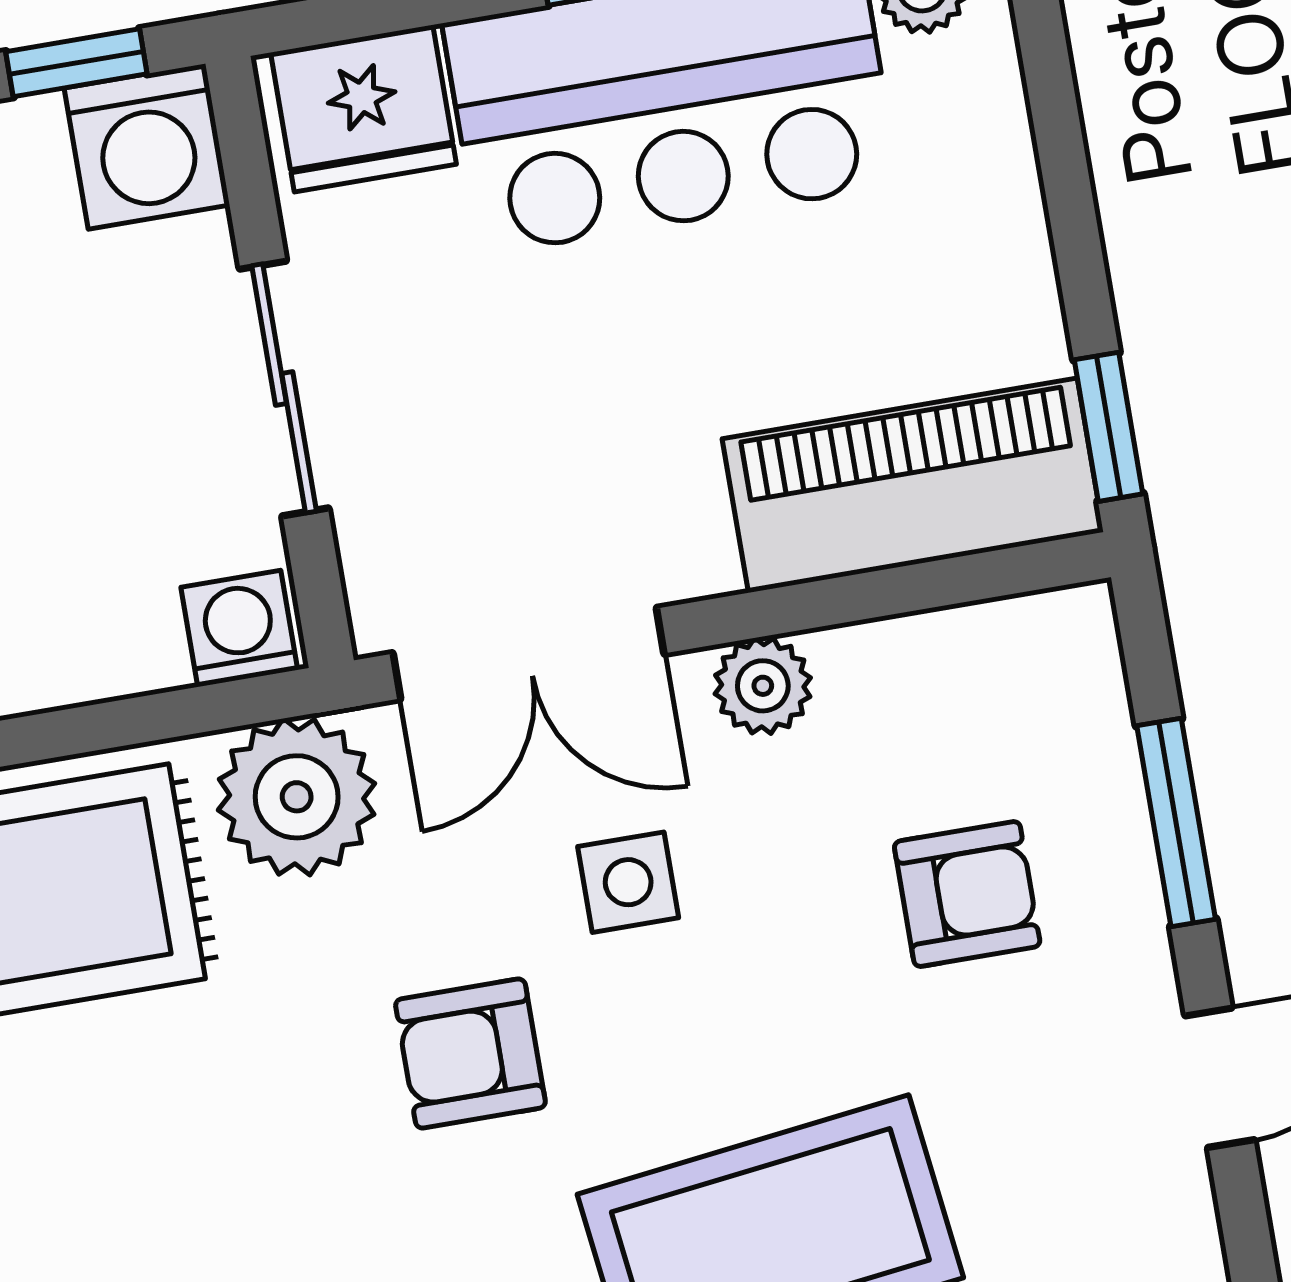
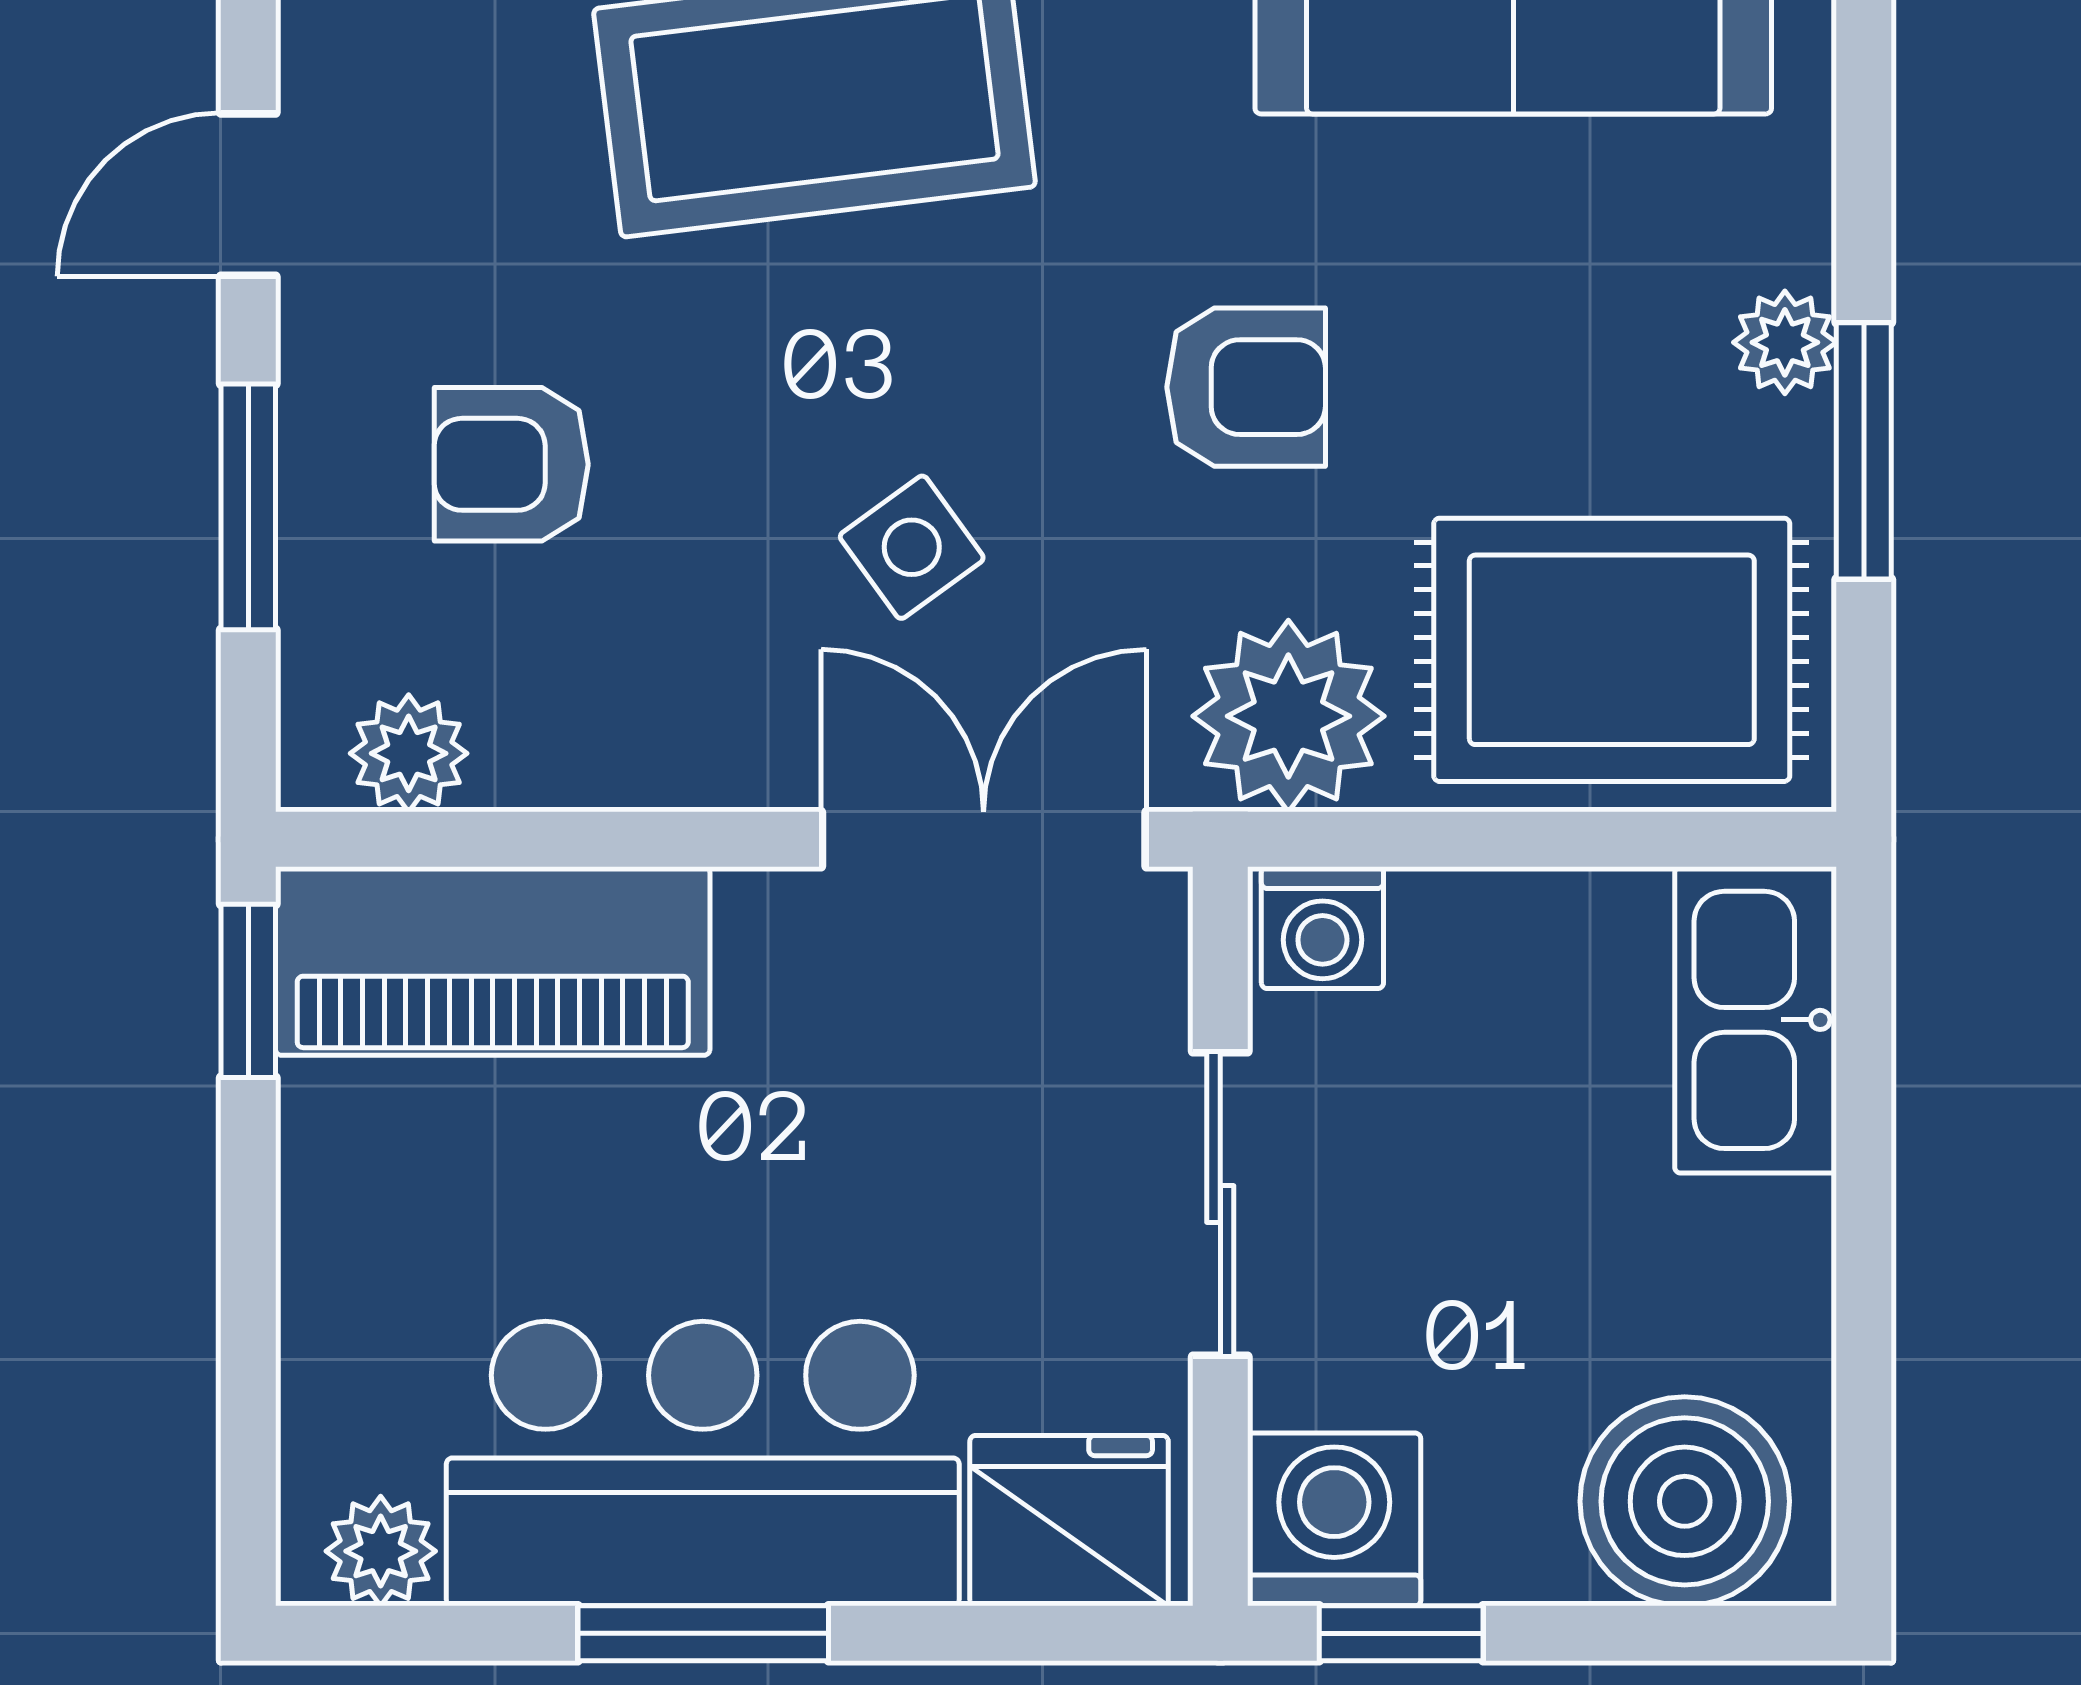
plant: (763, 686) -> (409, 753), moved
side table: (628, 882) -> (912, 547), turned -36
armchair: (470, 1054) -> (1246, 387), moved

